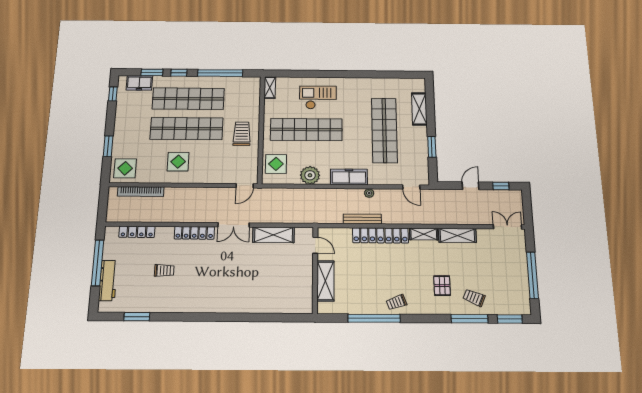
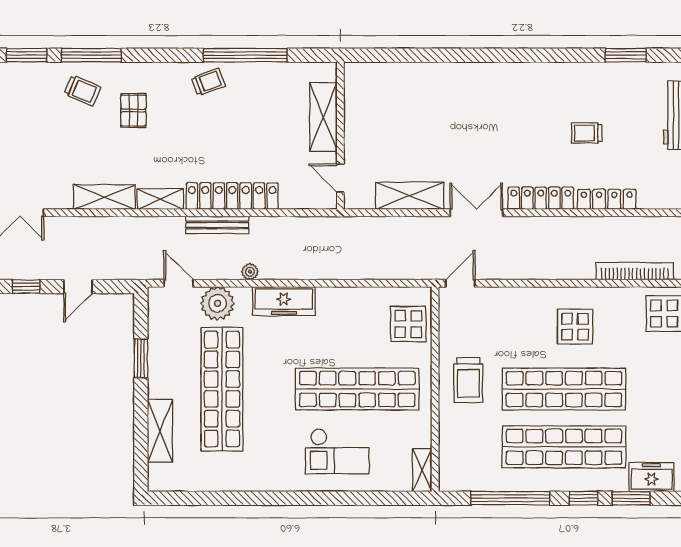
plant: (310, 175) -> (217, 303), moved
bench: (362, 219) -> (217, 225), moved
locker: (137, 232) -> (607, 199), moved

